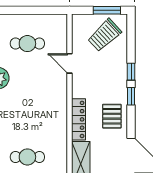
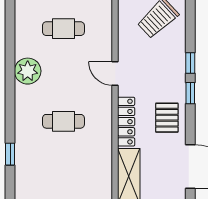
door: (70, 63) -> (115, 74), moved
cafe table: (27, 157) -> (63, 121), moved

